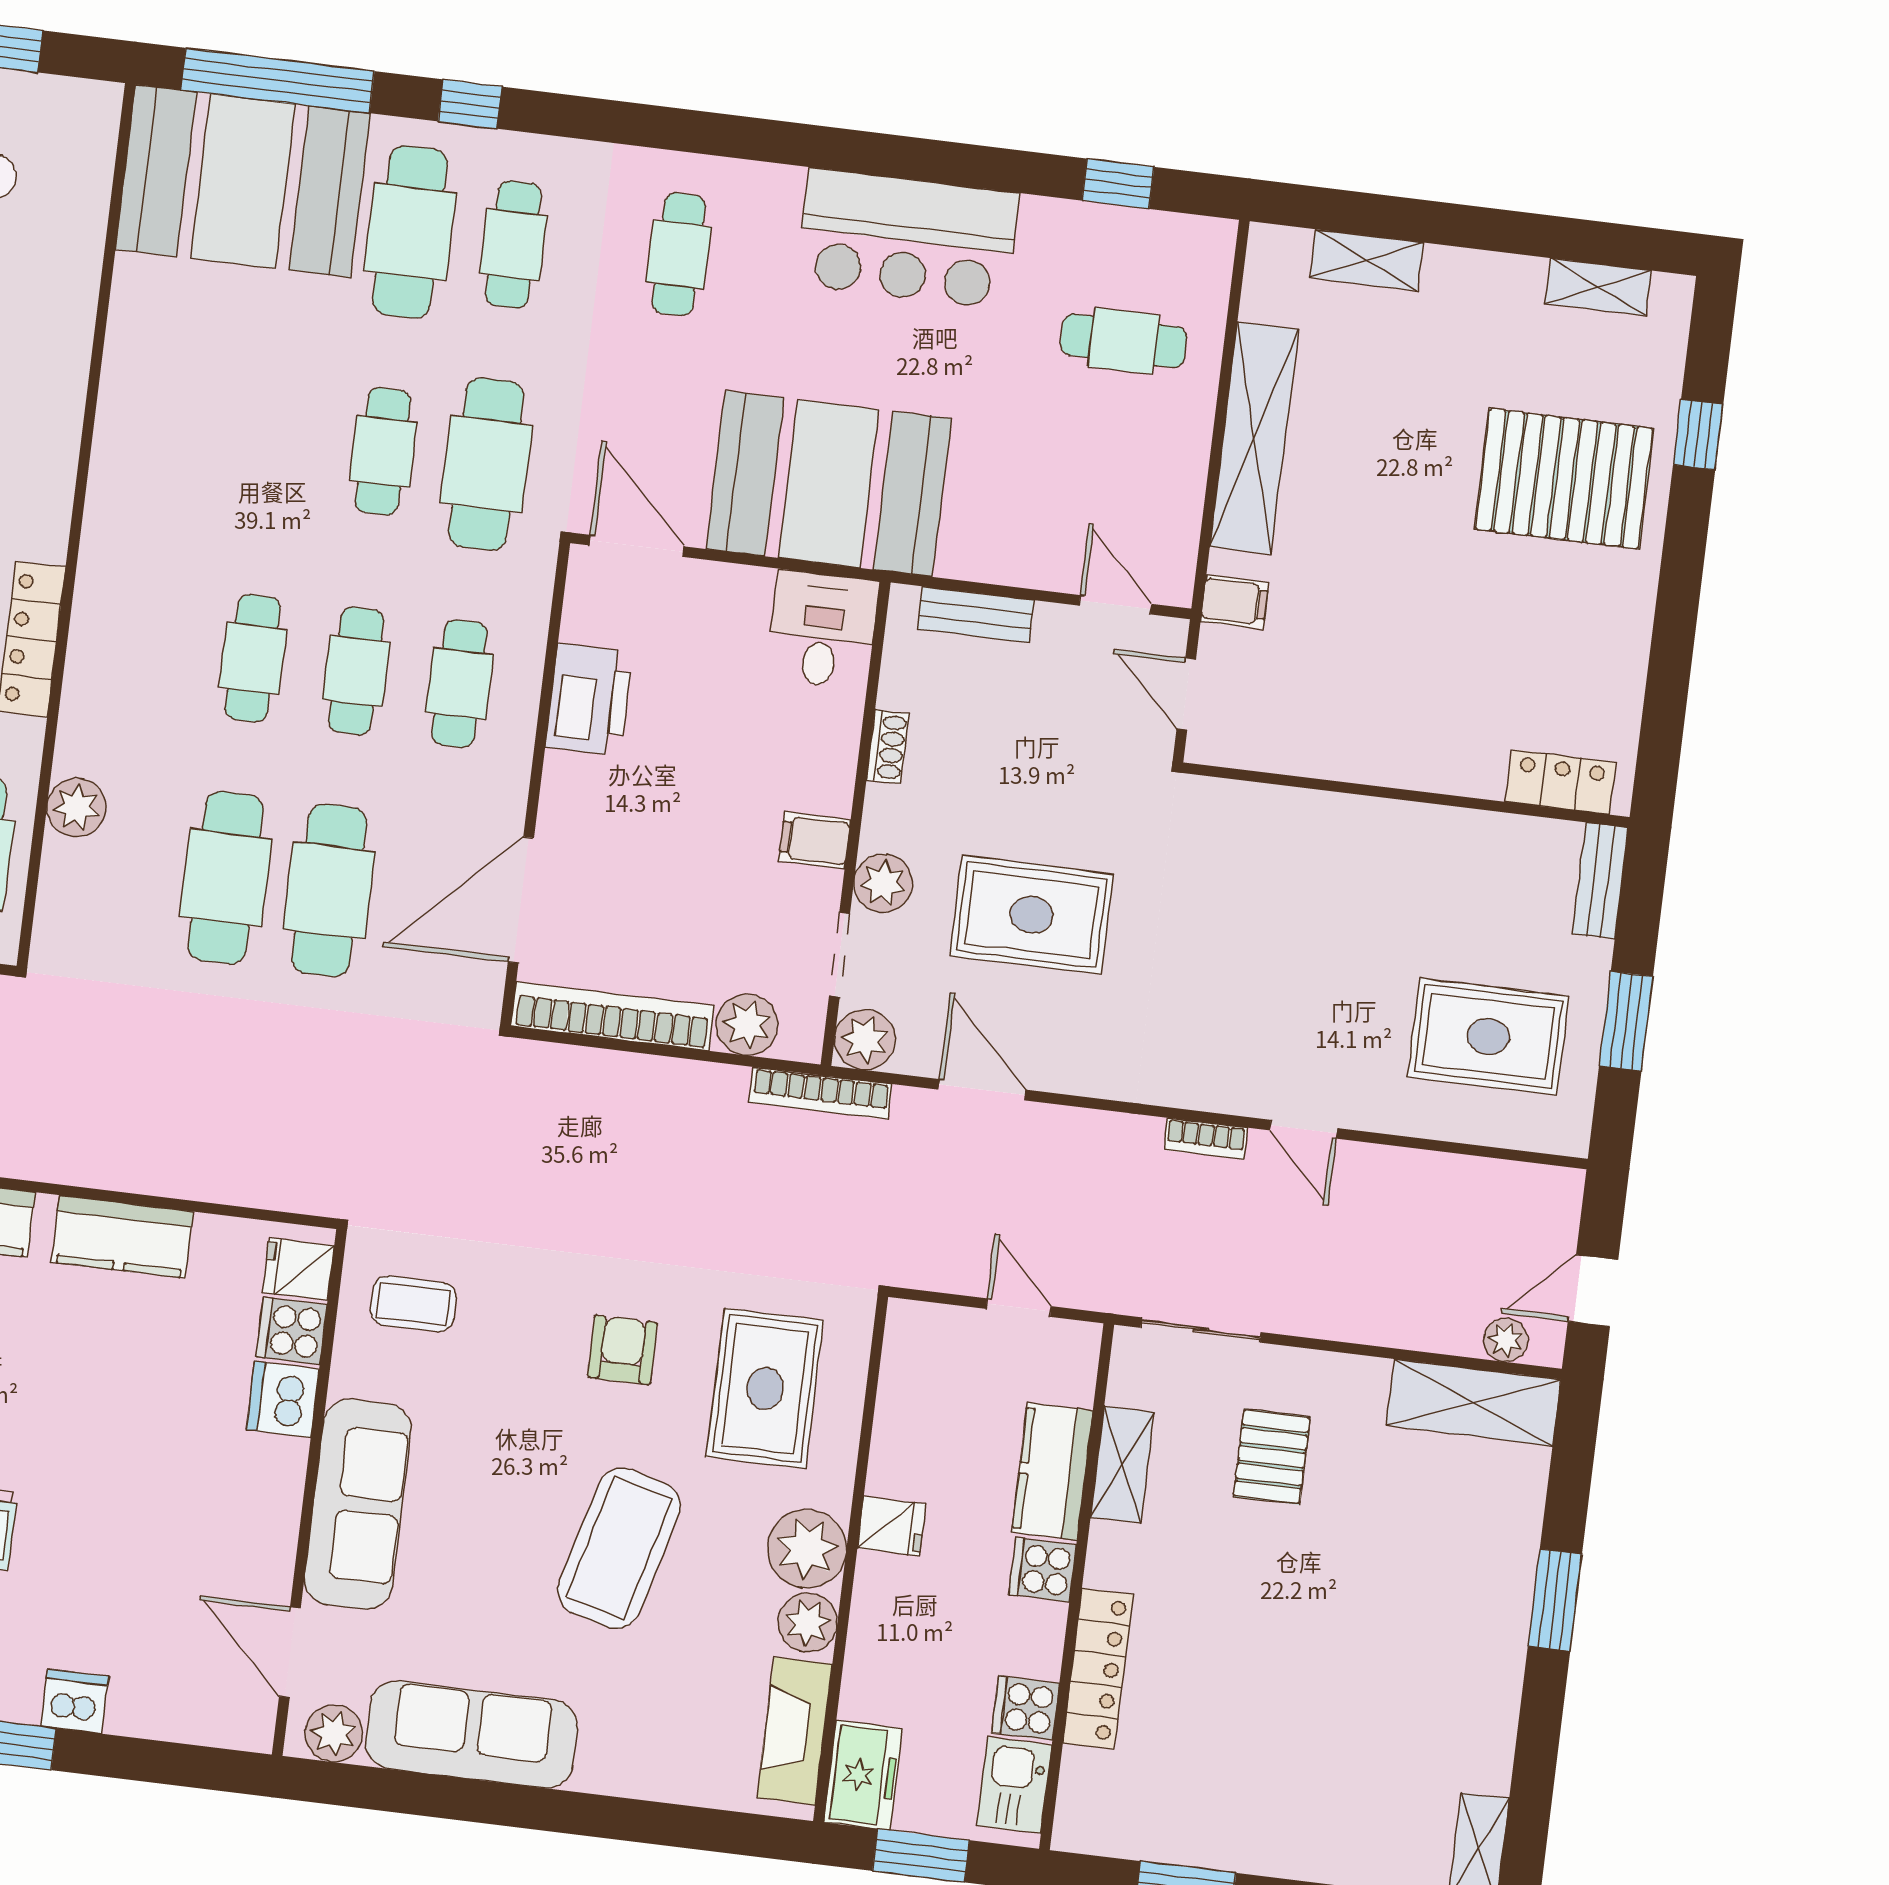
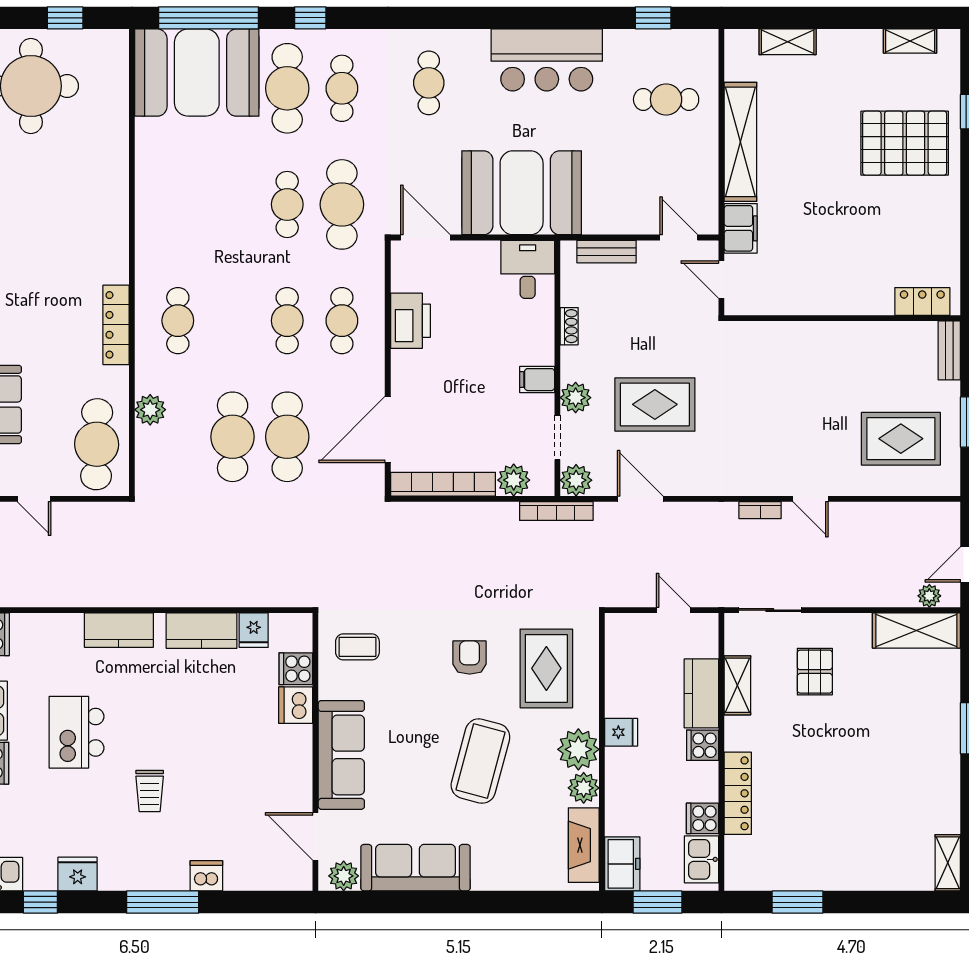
filing cabinet: (1235, 602) -> (741, 228), width x2.00
cafe table: (253, 658) -> (178, 321), moved
fridge: (298, 1269) -> (254, 630), moved, turned -90

